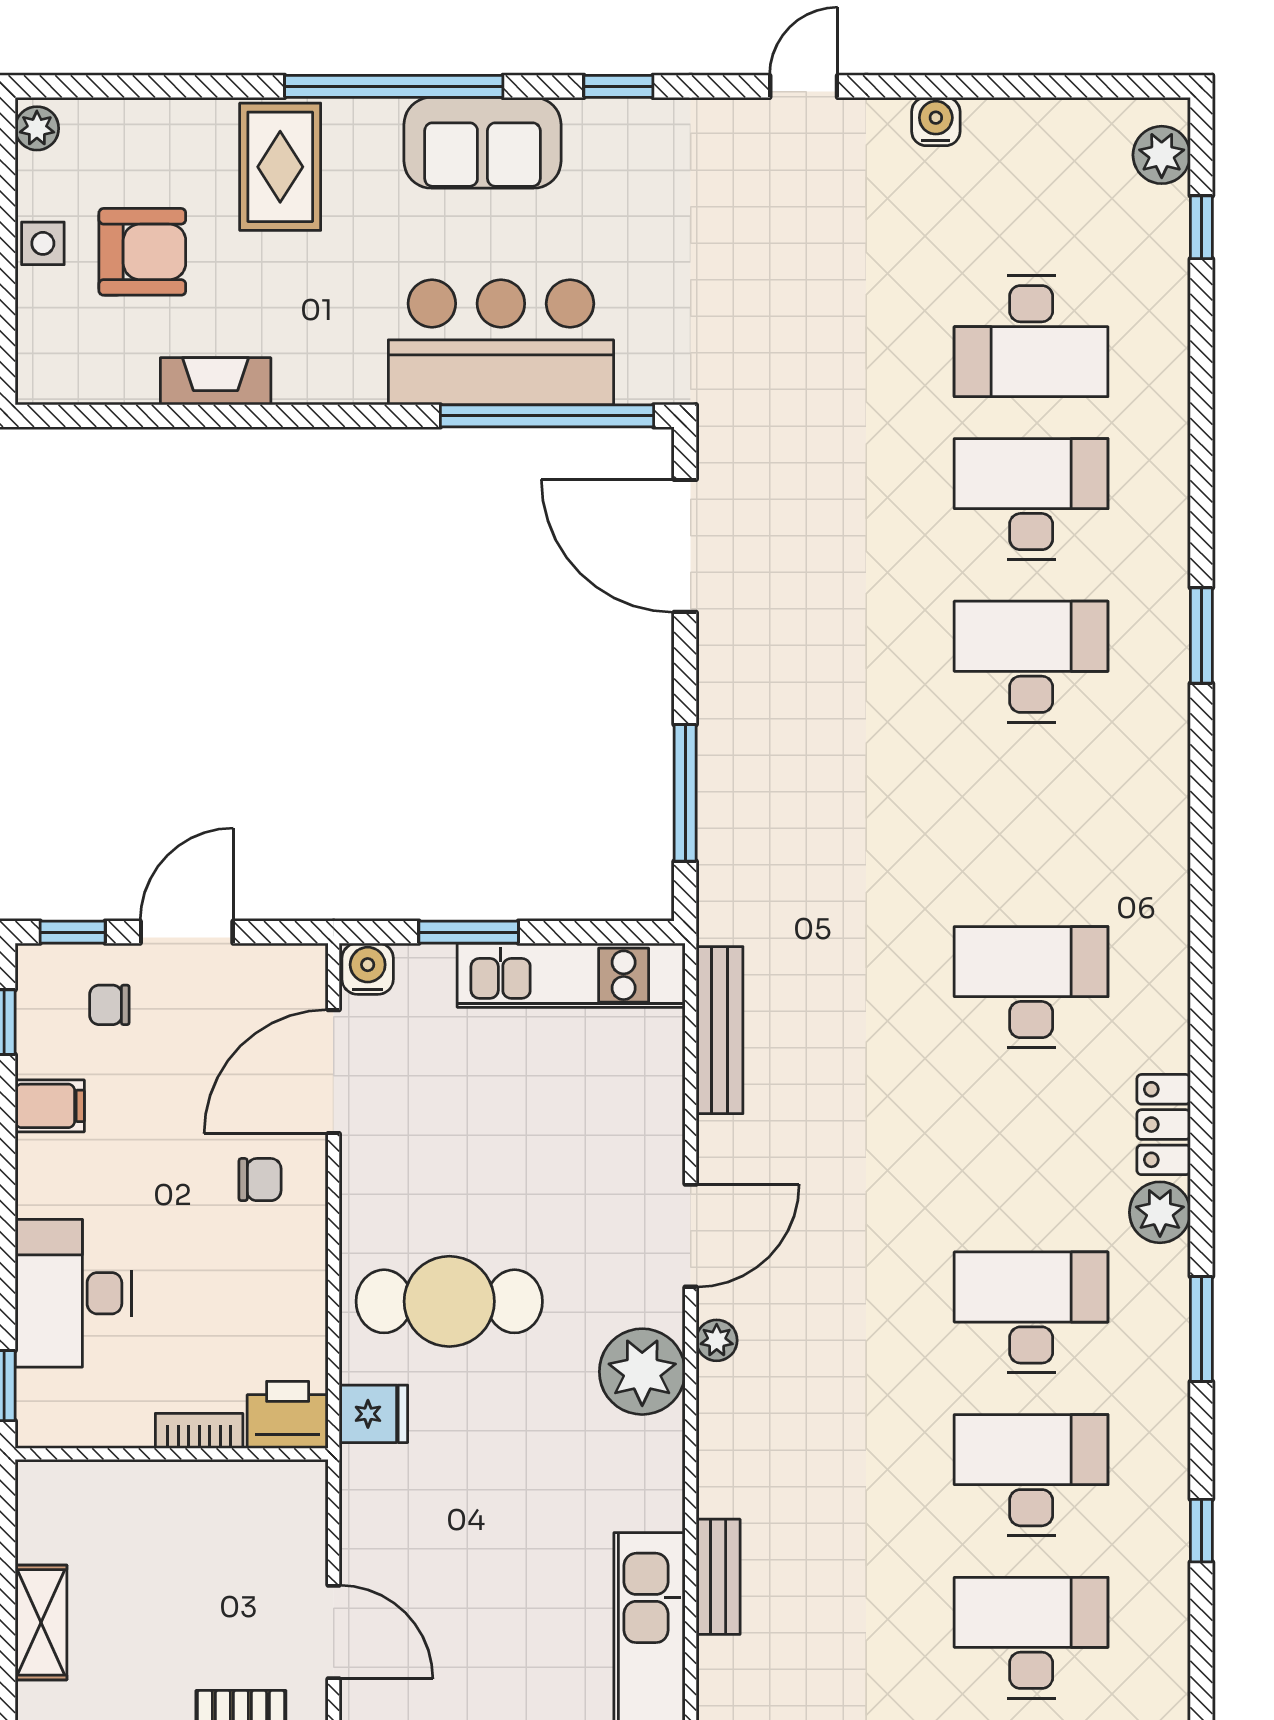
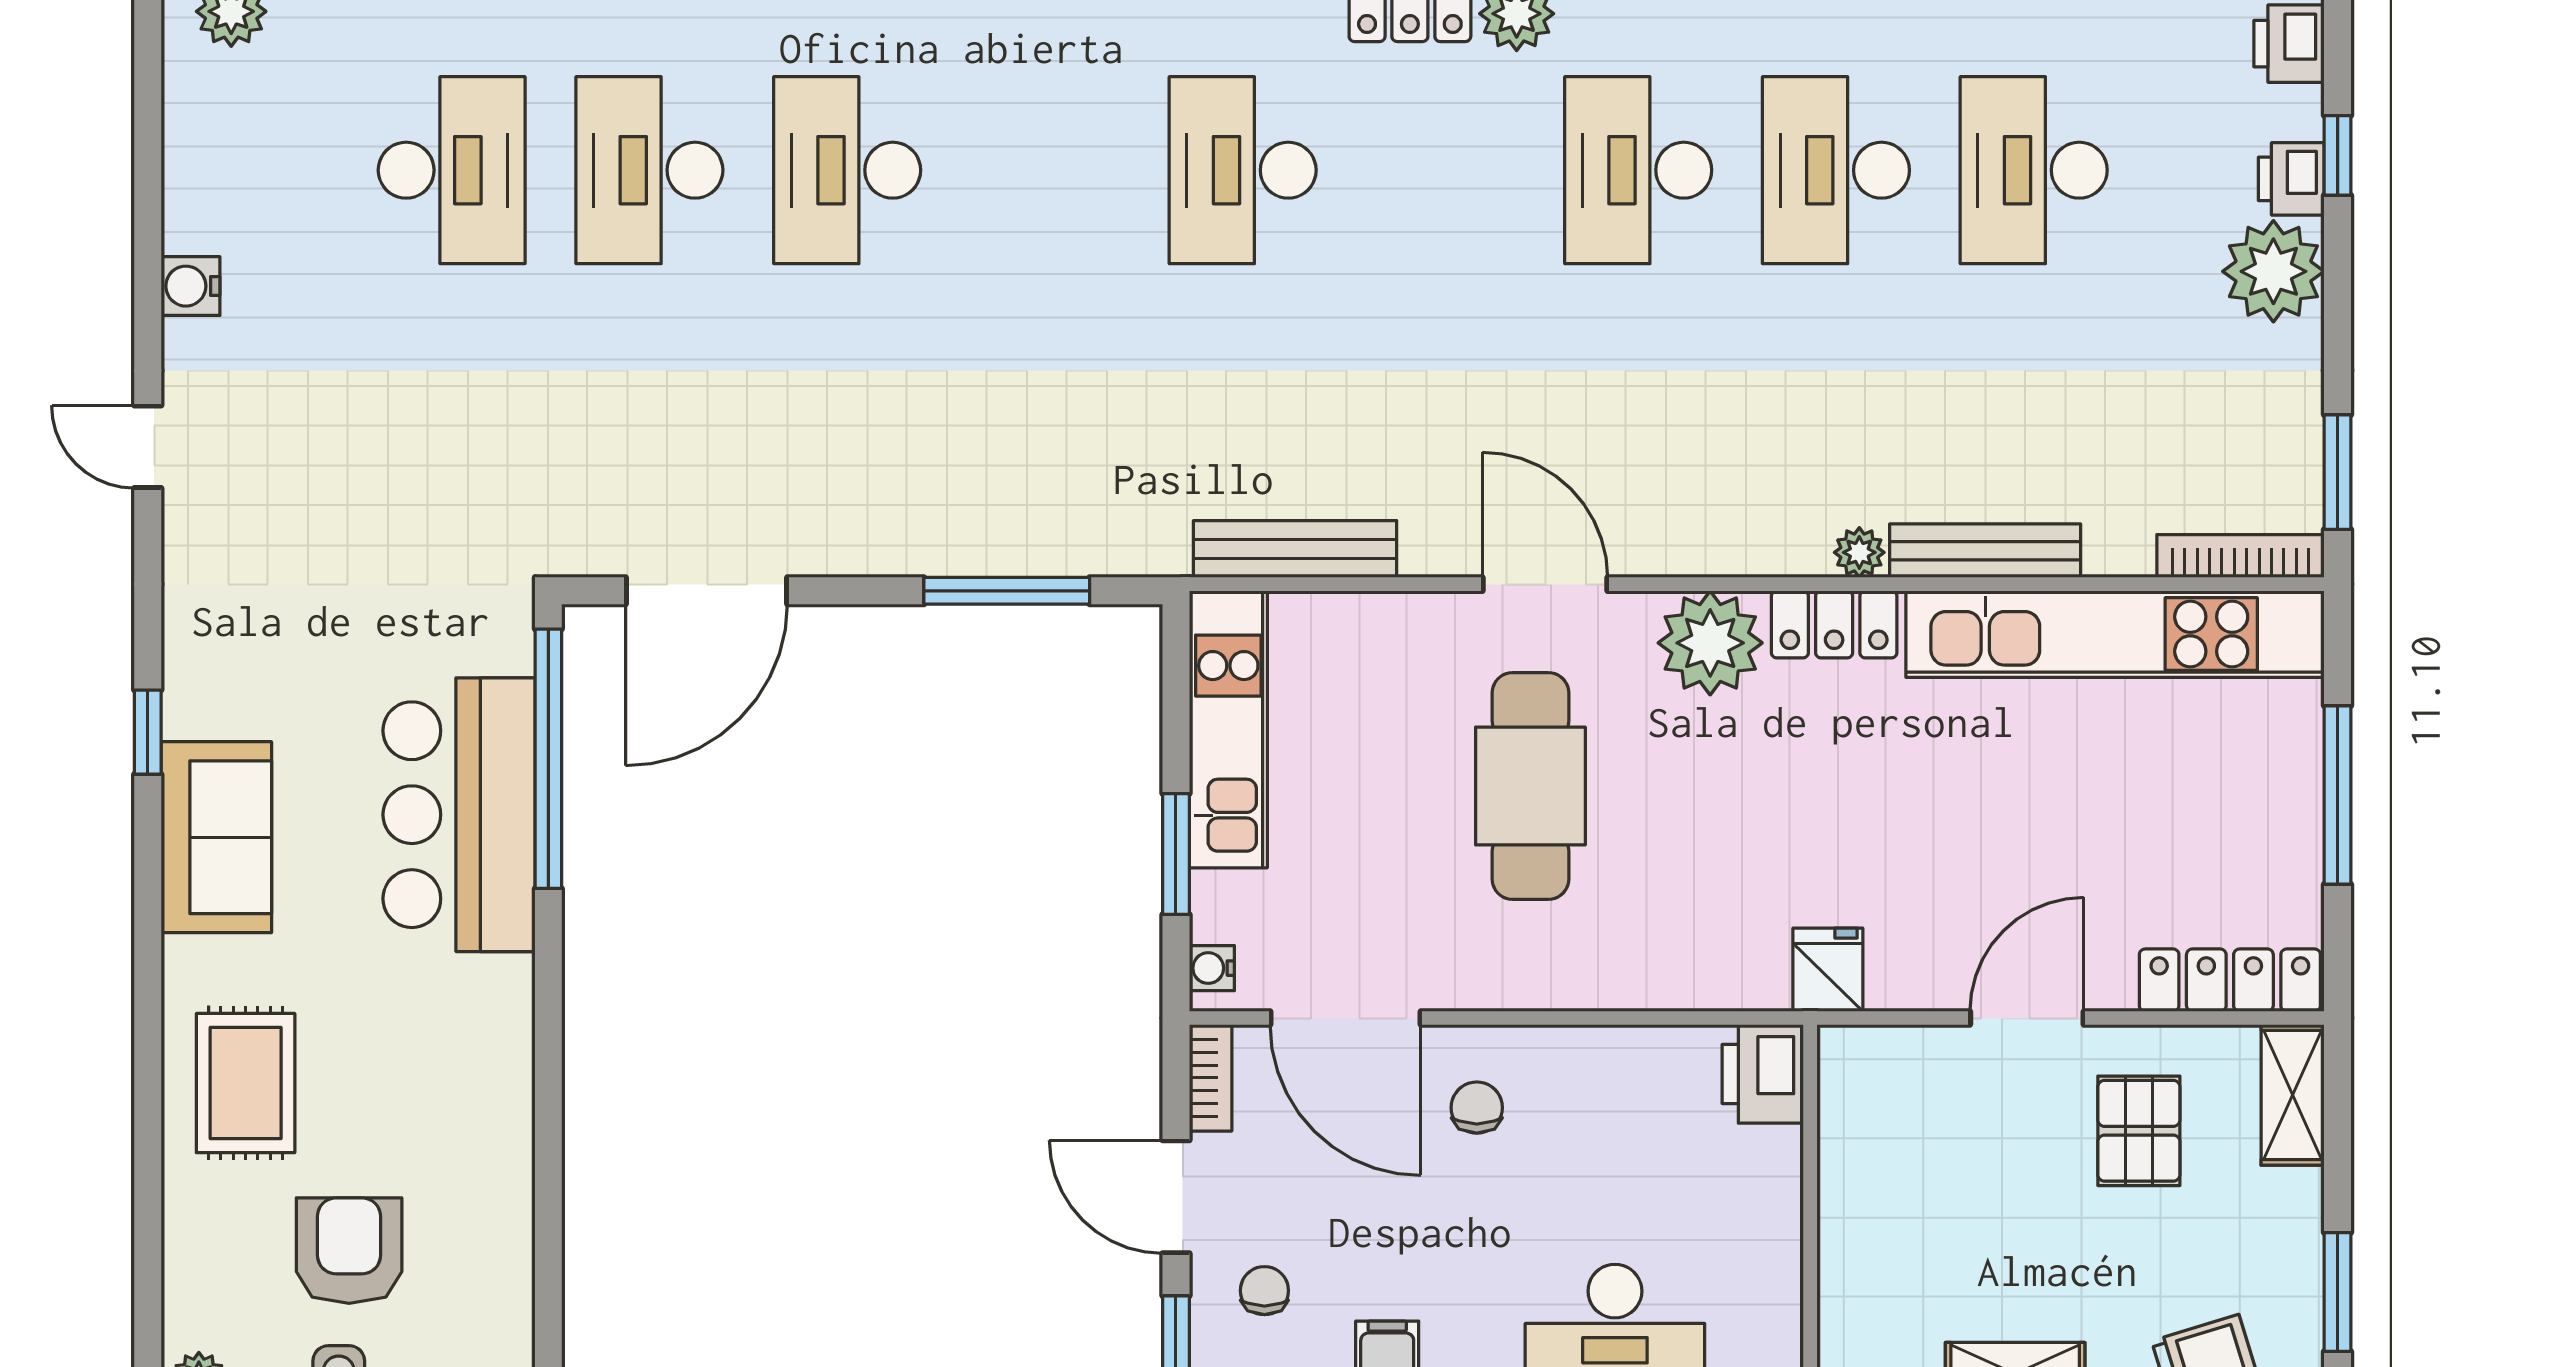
window: (394, 86) -> (148, 945), removed
window: (618, 86) -> (148, 732), moved
rug: (280, 167) -> (246, 1083), turned 90
fireplace: (216, 381) -> (506, 1162), removed
water cooler: (368, 969) -> (1212, 968), width x0.72, depth x0.72
chair: (109, 1005) -> (1264, 1291), turned 180
cafe table: (449, 1301) -> (1530, 786), moved
plant: (717, 1340) -> (1859, 552), moved
fridge: (373, 1414) -> (1828, 970), moved
bookcase: (199, 1431) -> (1211, 1078), moved, turned 180
locker: (658, 1474) -> (1834, 624), added
bench: (718, 1577) -> (1985, 551), width x1.36

